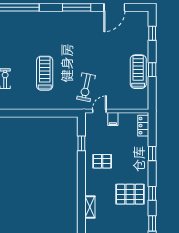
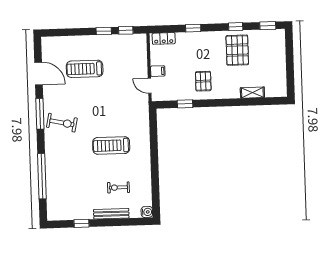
window: (152, 33) -> (126, 30), moved
treadmill: (138, 72) -> (85, 69), moved
exercise bike: (86, 87) -> (62, 123), moved

